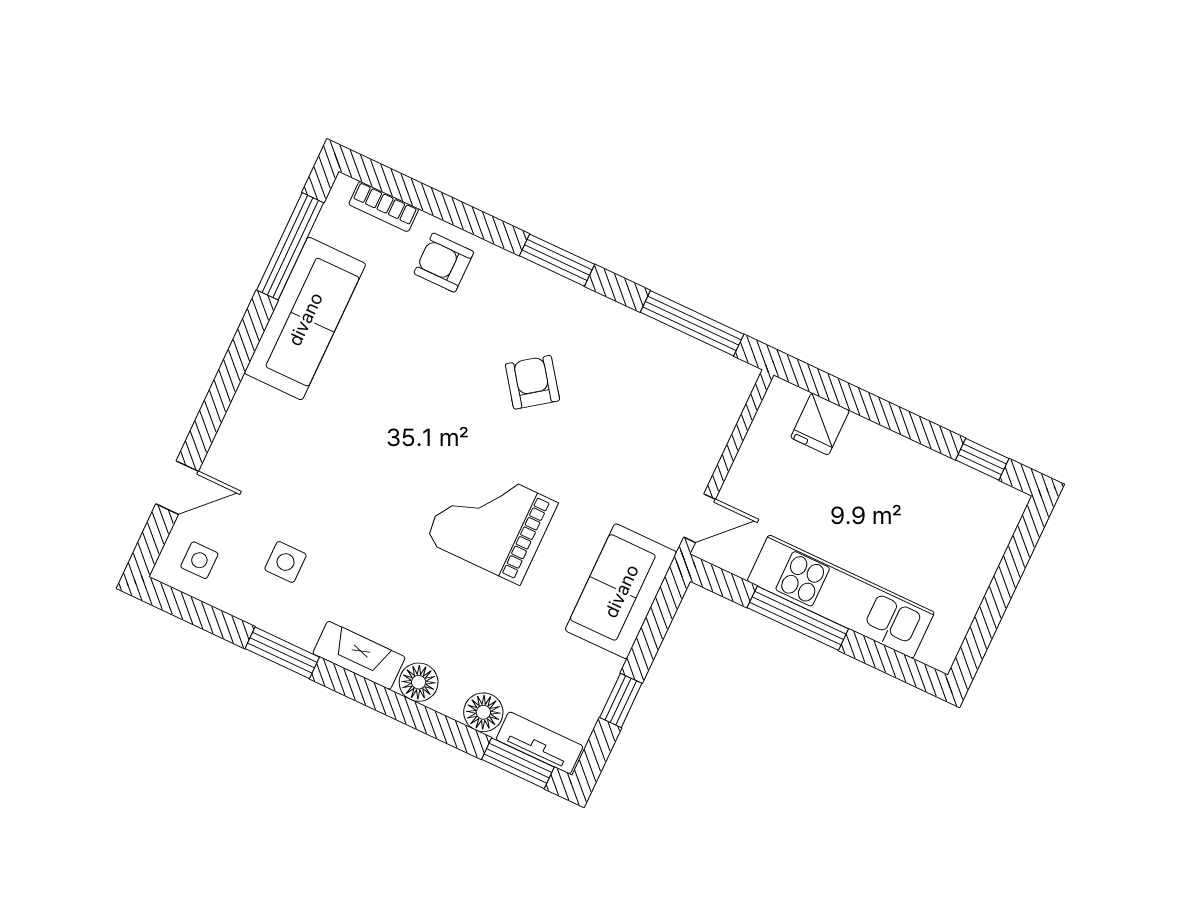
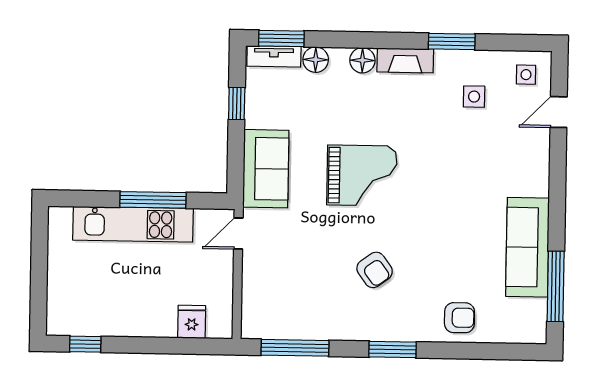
bookcase: (384, 207) -> (510, 335), removed

